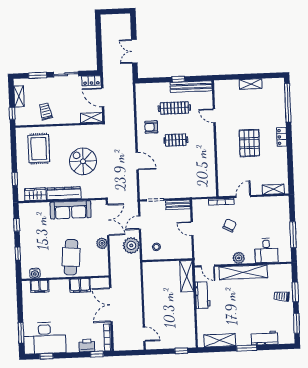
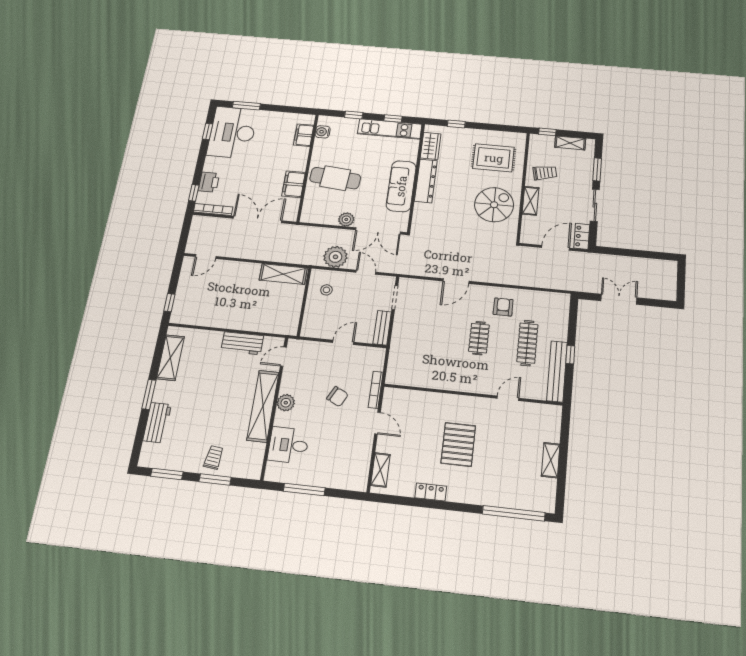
shelving: (91, 118) -> (530, 201), moved
locker: (282, 137) -> (431, 492), moved
pallet: (249, 143) -> (458, 444), turned 90
spiral stairs: (83, 161) -> (494, 205), moved
kitchen unit: (26, 226) -> (390, 129), added
shelving: (187, 276) -> (283, 274), moved

